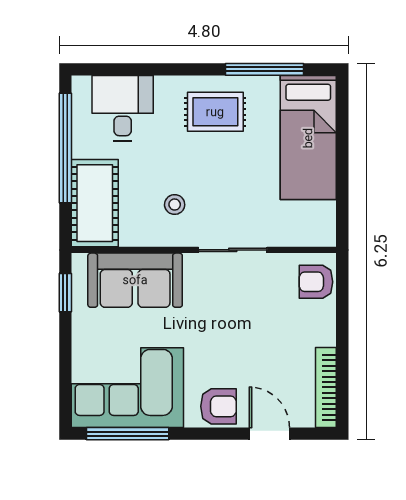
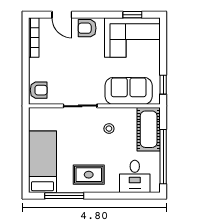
window: (128, 434) -> (132, 15), width x0.46

